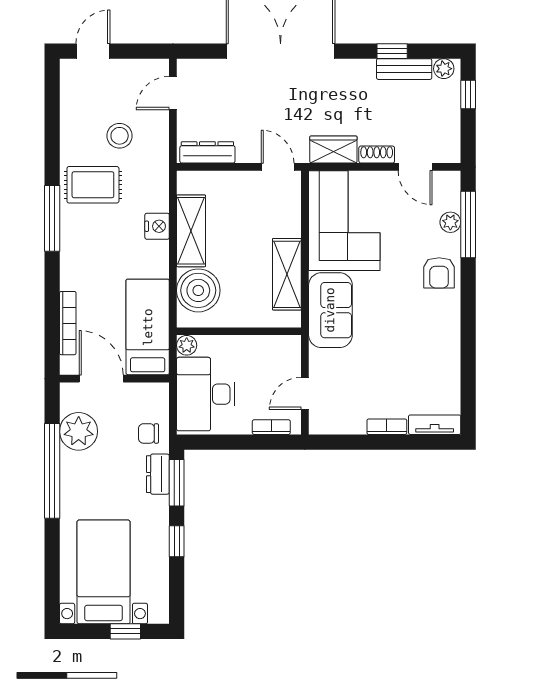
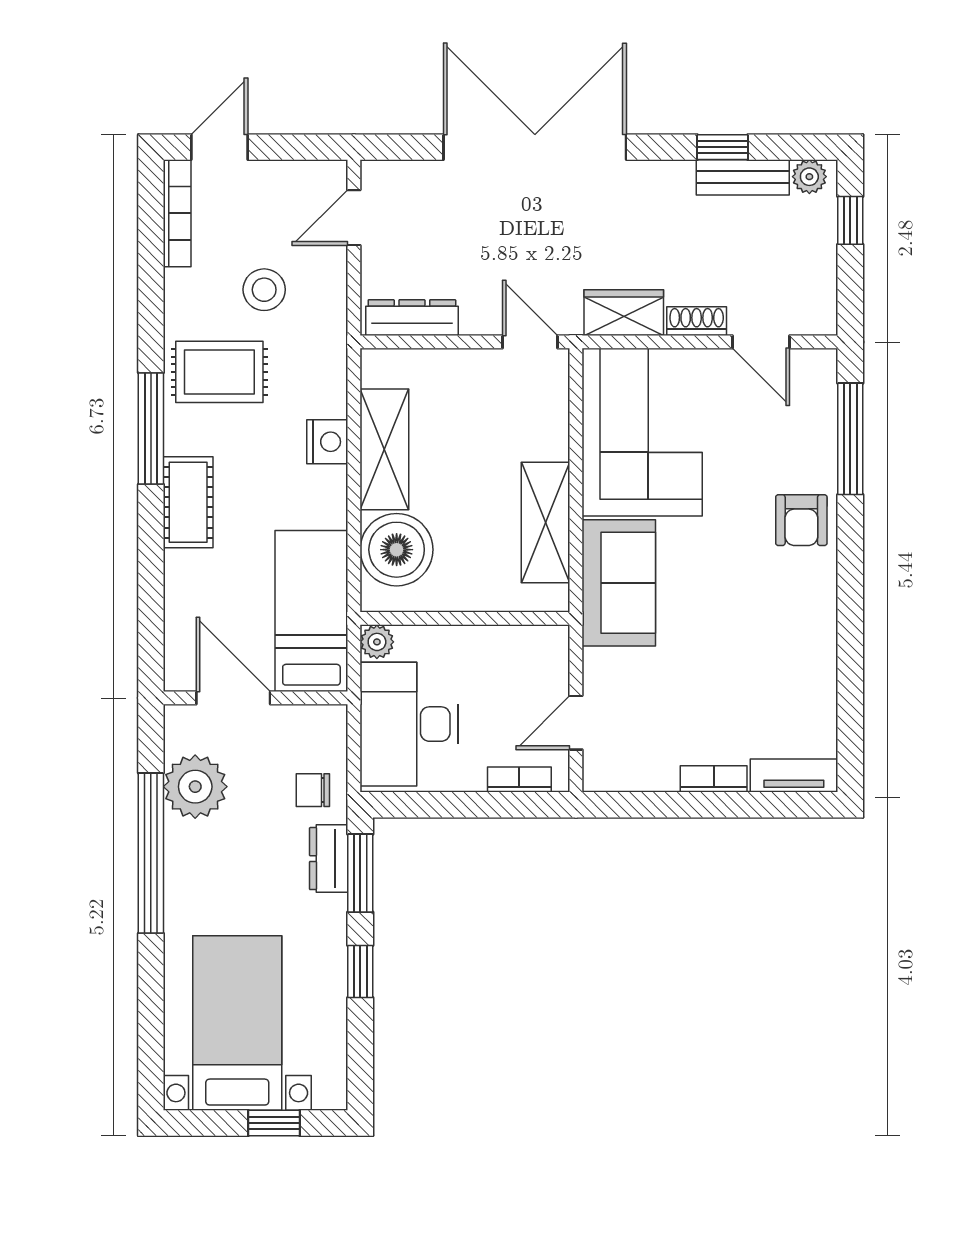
plant: (450, 222) -> (820, 435), removed
cot: (74, 262) -> (188, 502), added
bookcase: (68, 323) -> (177, 213), moved

